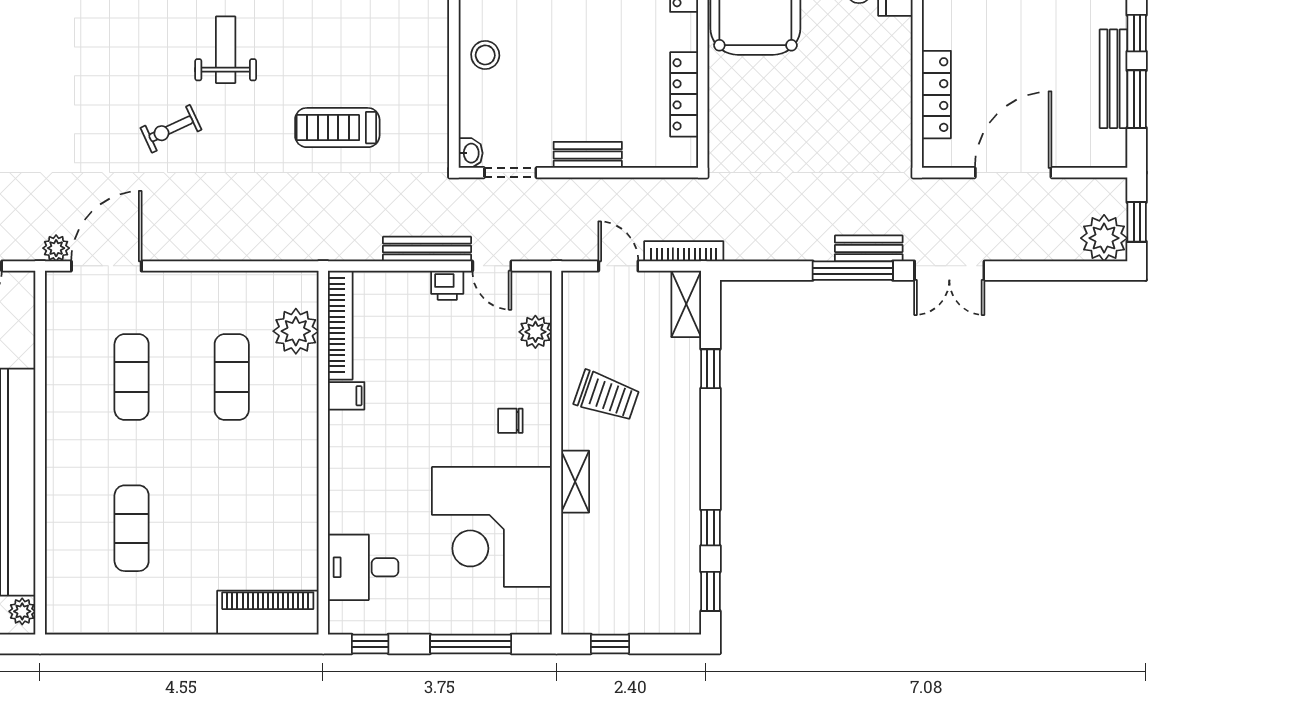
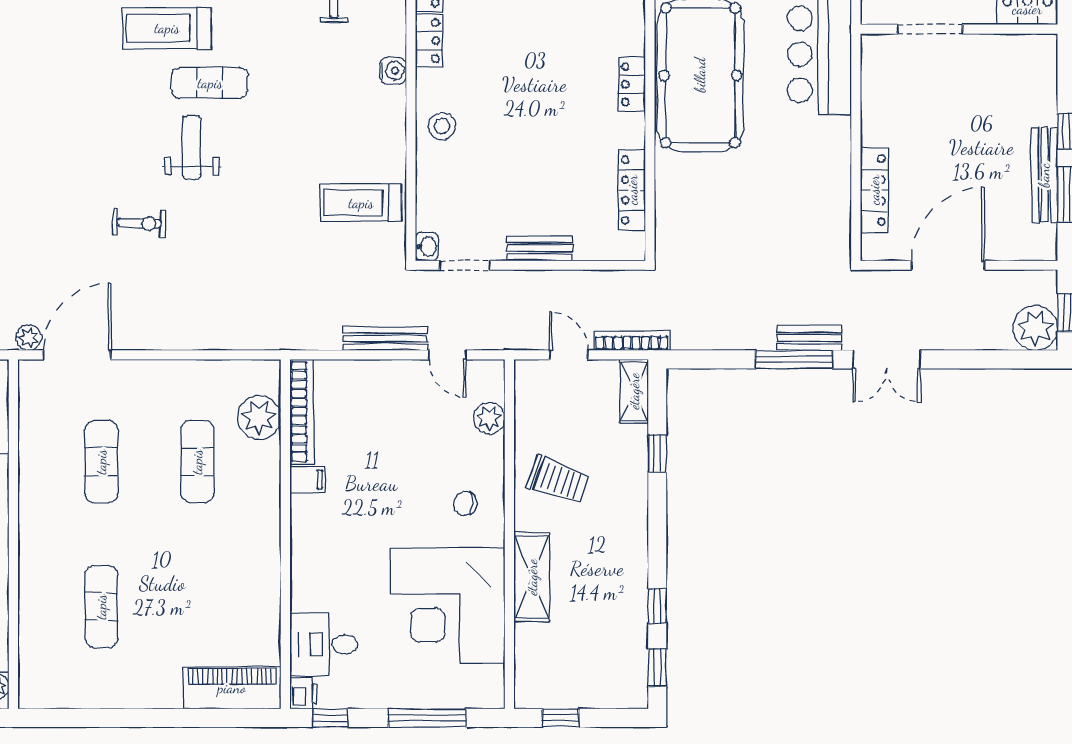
stool: (485, 55) -> (442, 126), moved
treadmill: (337, 128) -> (361, 203), moved
exercise bike: (171, 129) -> (139, 223), turned -152
printer: (447, 285) -> (304, 694), moved, turned -90
shelving: (575, 482) -> (532, 577), width x1.50, depth x1.33

